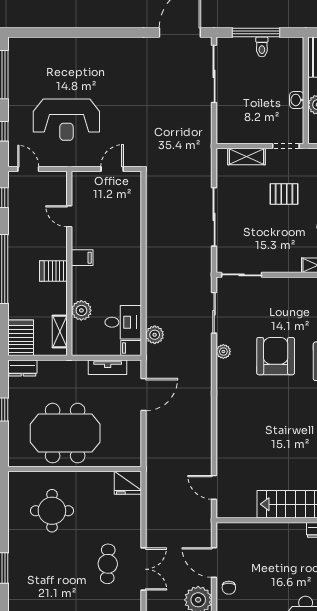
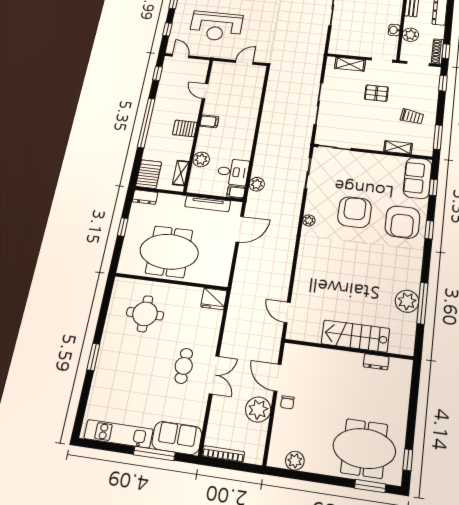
plant: (223, 352) -> (309, 220), moved
tv unit: (108, 367) -> (208, 204), width x1.41

